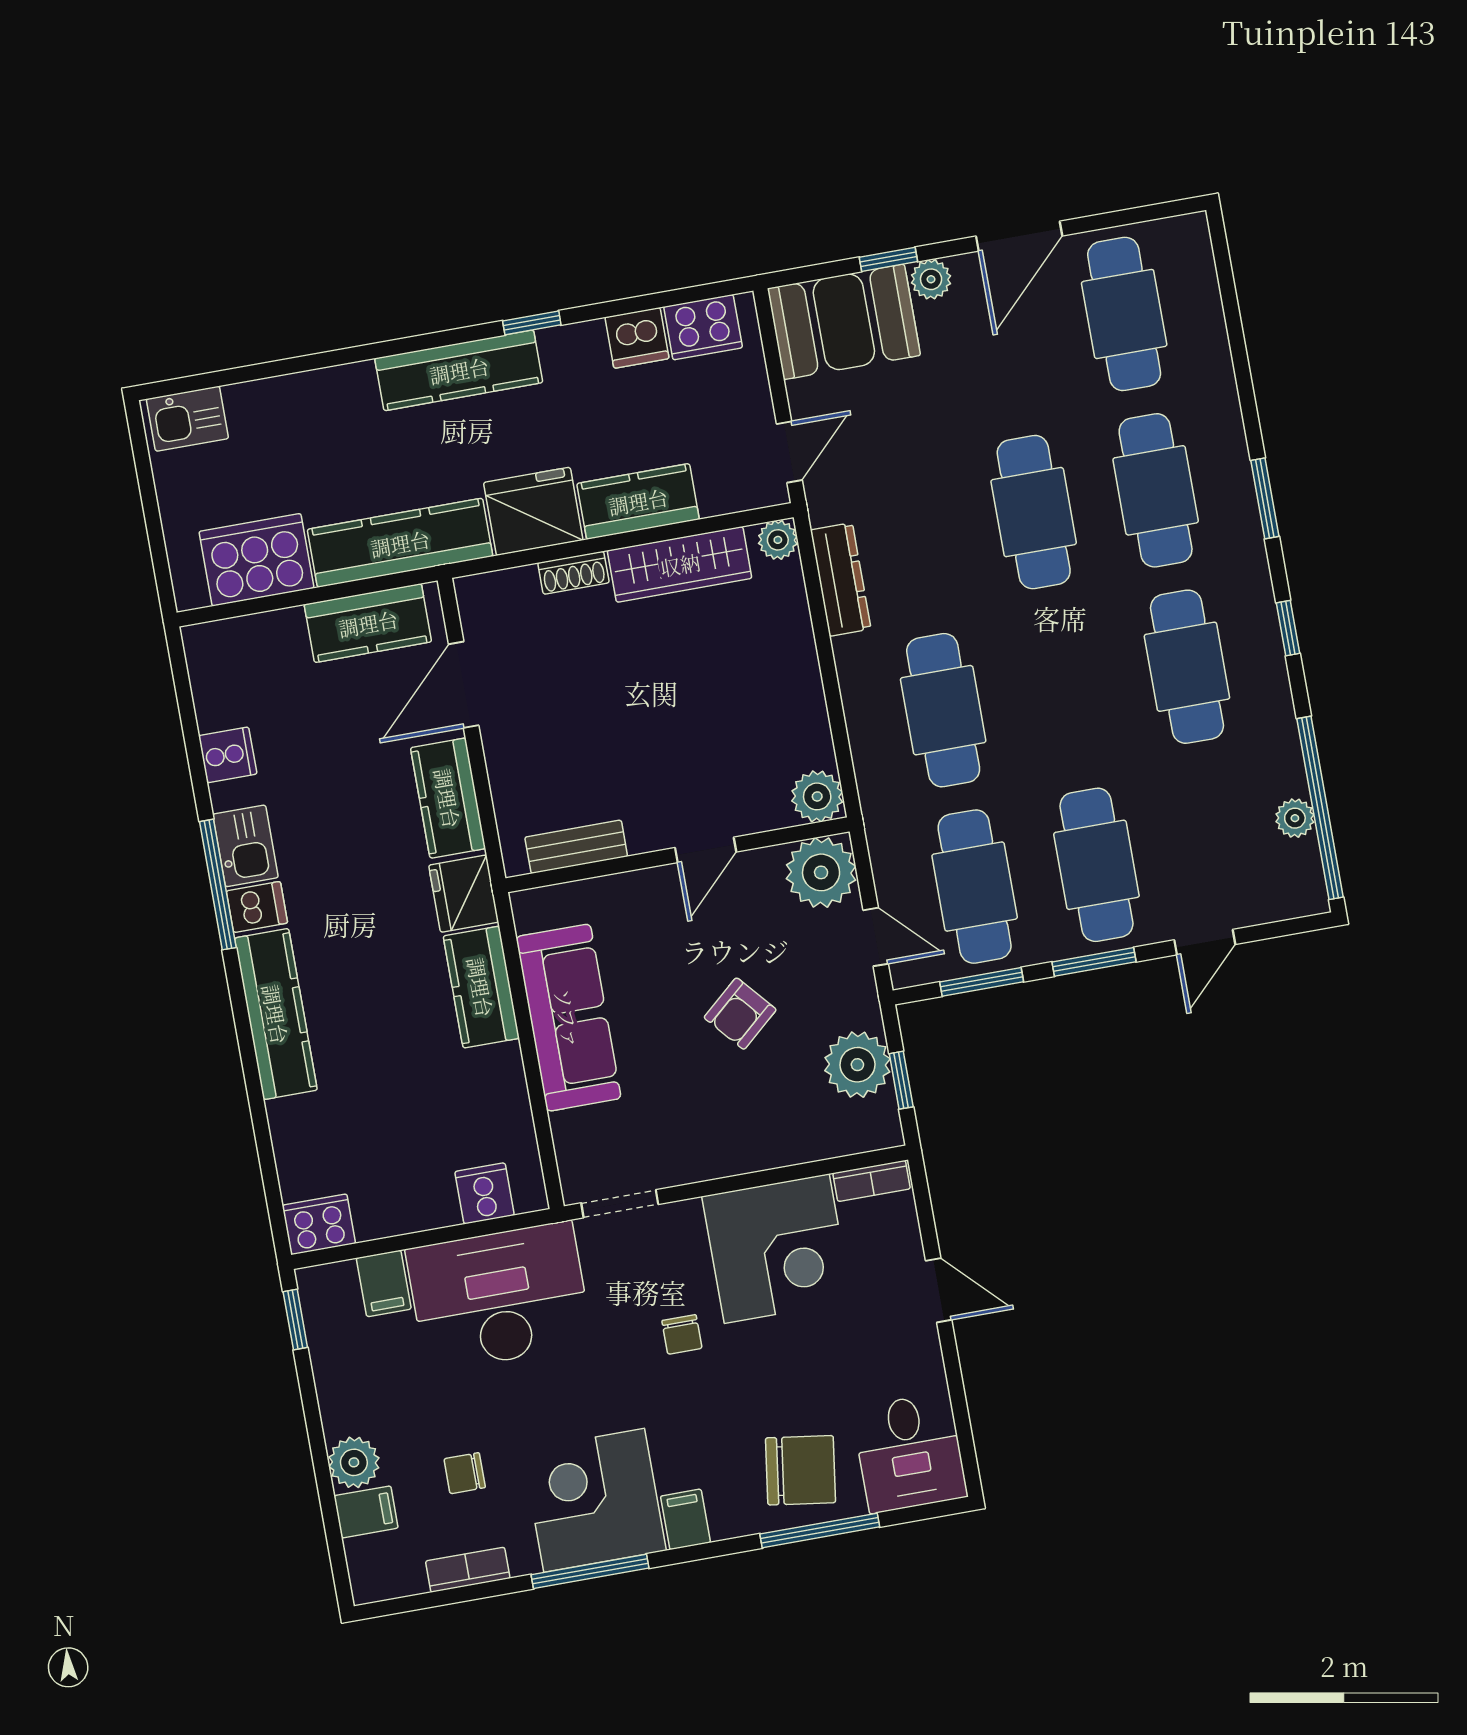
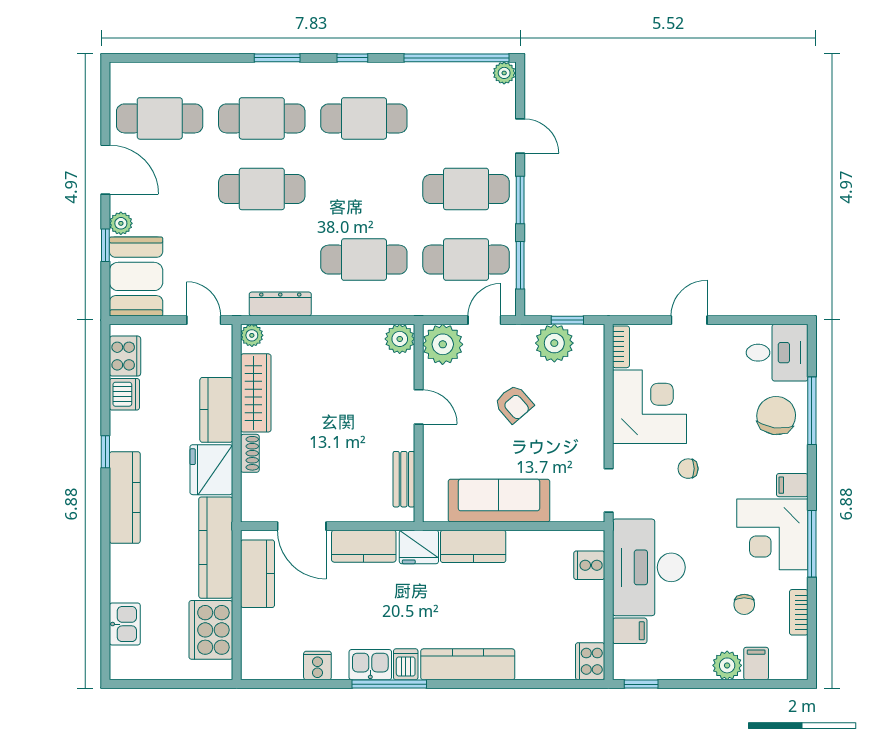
kitchen sink: (187, 419) -> (125, 624), moved
plant: (1295, 818) -> (504, 73), moved
chair: (682, 1334) -> (688, 469), turned 180

